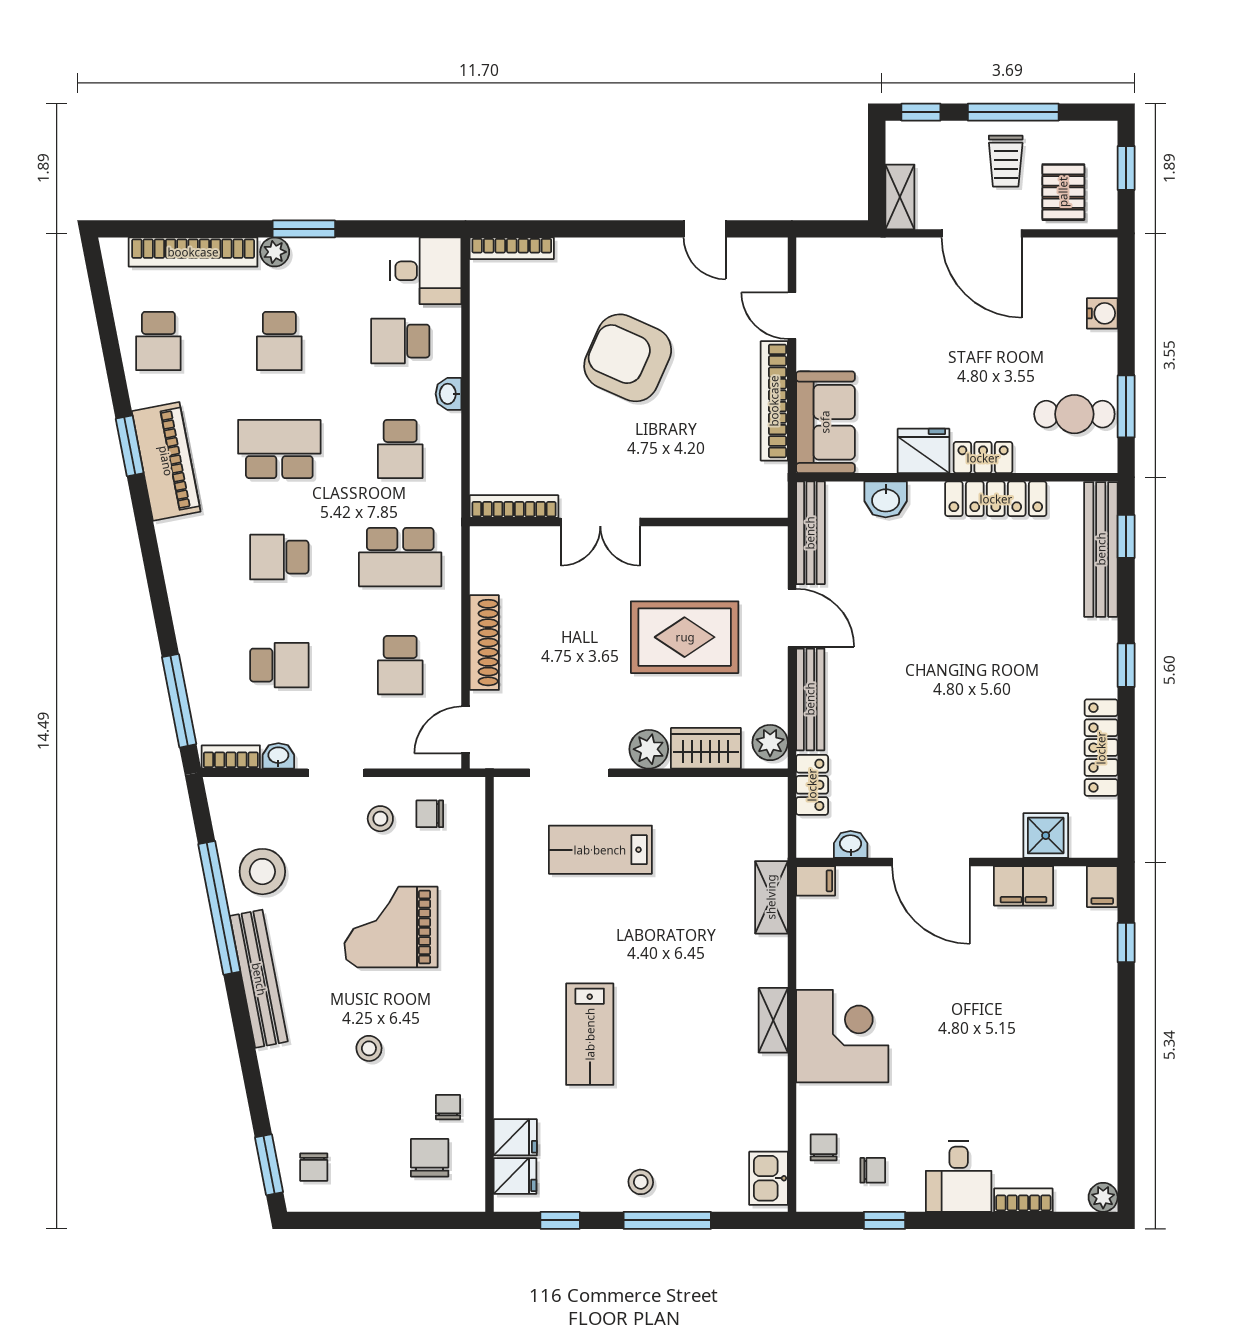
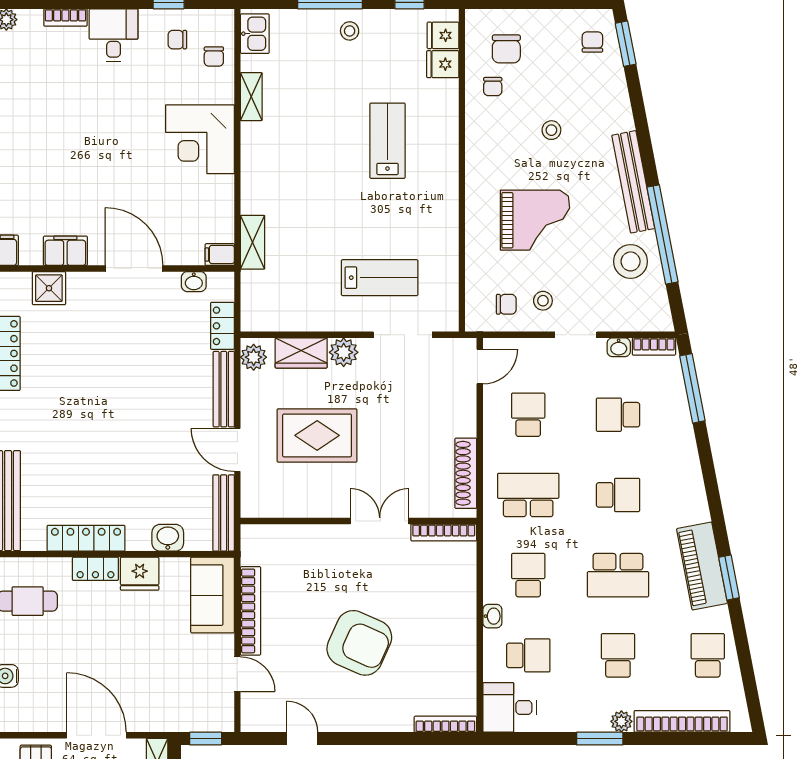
window: (835, 229) -> (206, 739), added
shoe rack: (484, 643) -> (466, 473), moved
shelving: (773, 1020) -> (251, 97), moved

